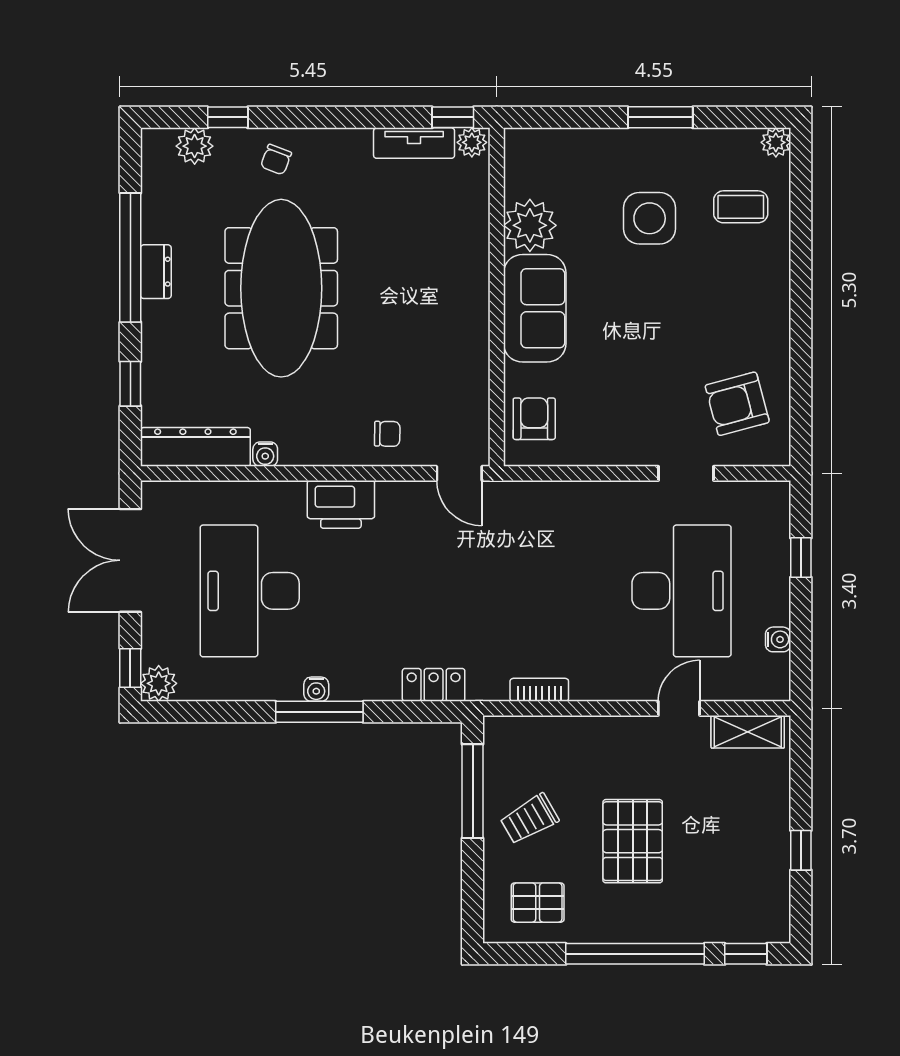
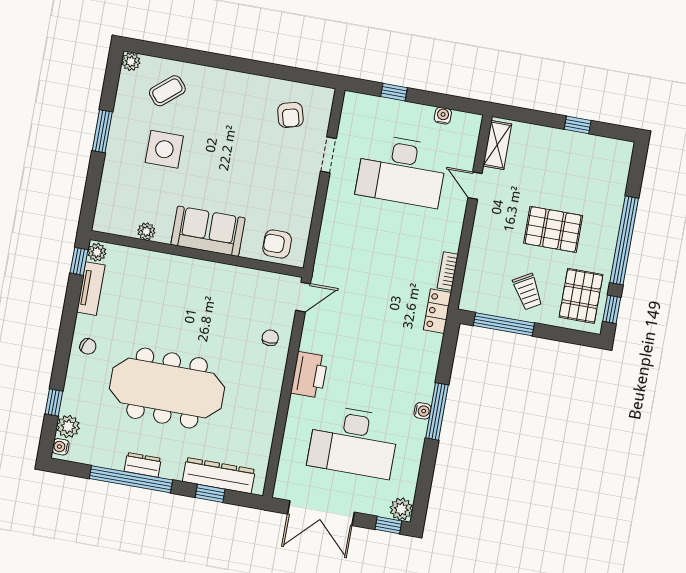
chair: (276, 160) -> (88, 346), moved
coffee table: (741, 207) -> (167, 91), turned 50
plant: (530, 225) -> (146, 231), width x0.53, depth x0.53
armchair: (737, 404) -> (290, 115), width x0.72, depth x0.72
dresser: (195, 447) -> (219, 476), moved, turned 90
water cooler: (265, 454) -> (61, 447), moved, turned 180
desk: (681, 591) -> (402, 171), turned 180
locker: (434, 685) -> (437, 311), moved
pallet: (538, 903) -> (581, 296), width x1.50, depth x1.42
window: (746, 954) -> (612, 309), moved

